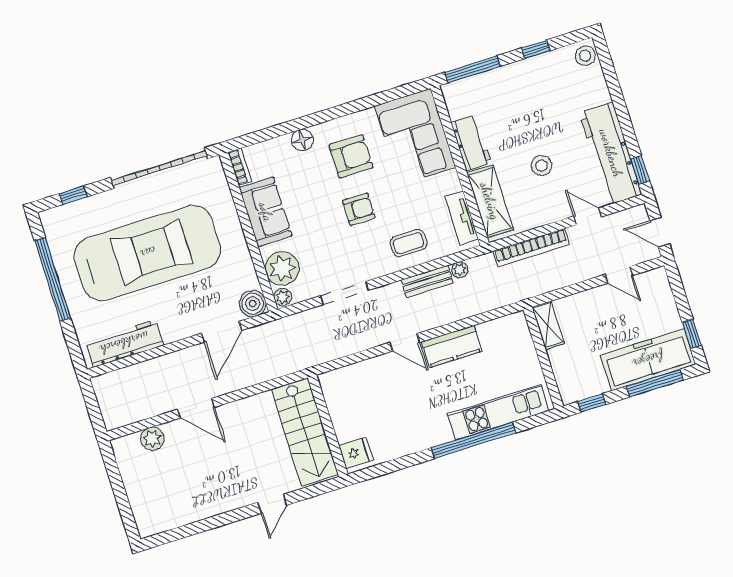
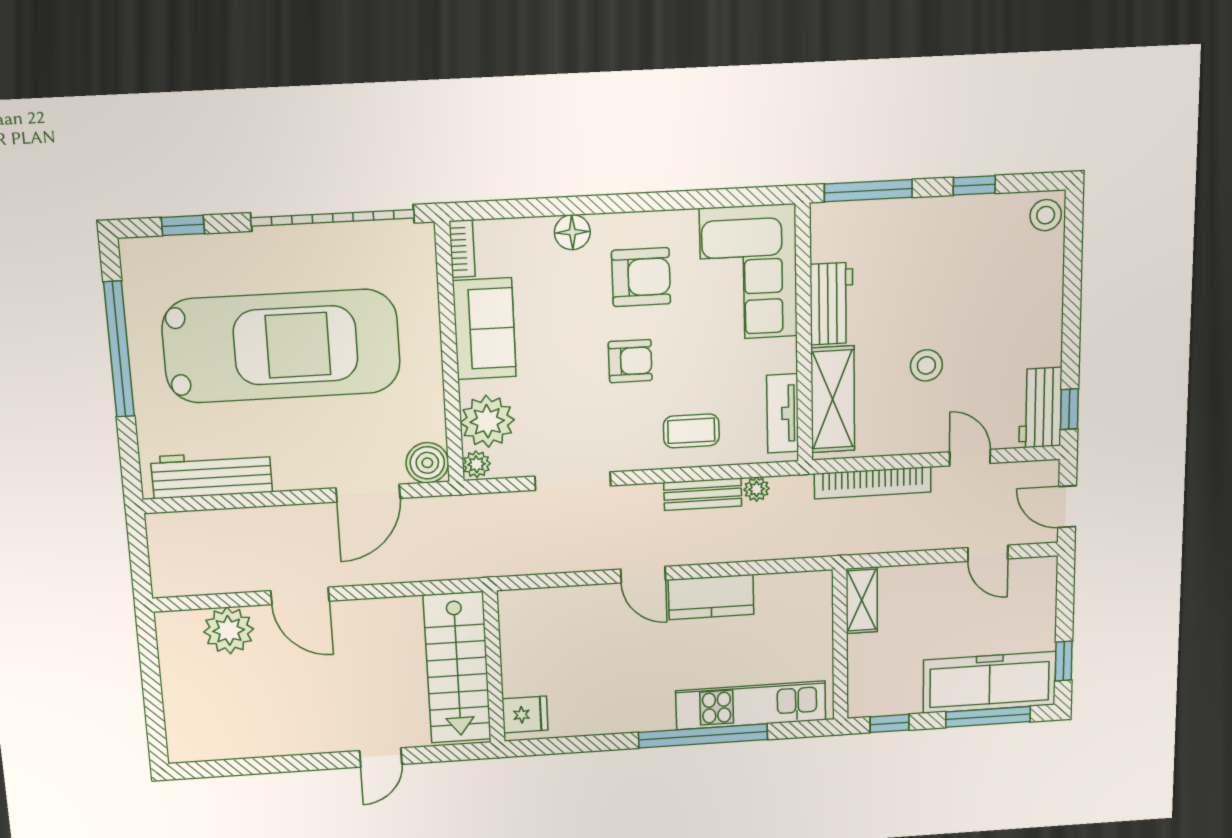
workbench: (611, 153) -> (1040, 408), width x0.53, depth x0.76
plant: (152, 439) -> (229, 630), width x1.36, depth x1.36

